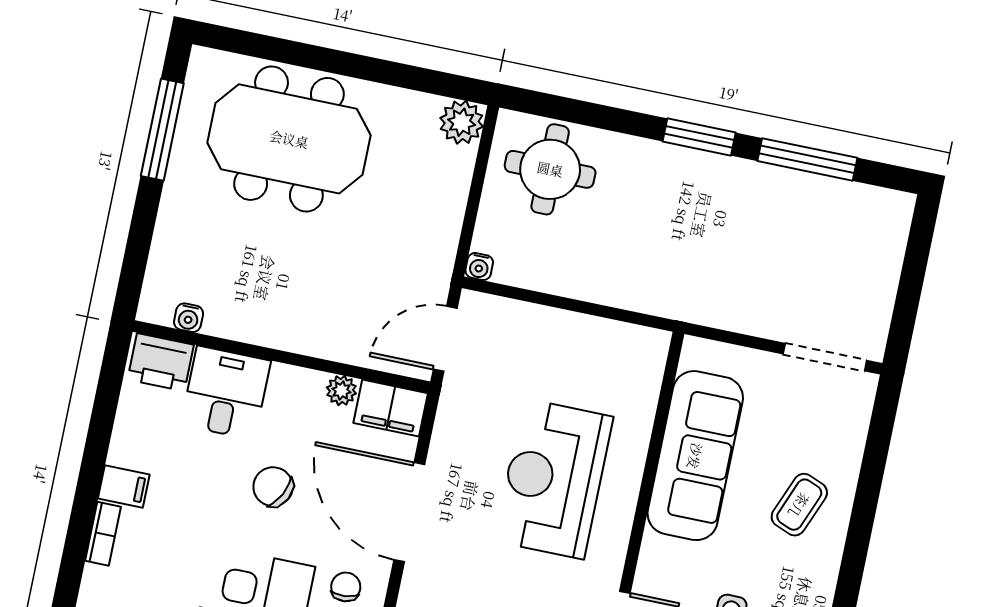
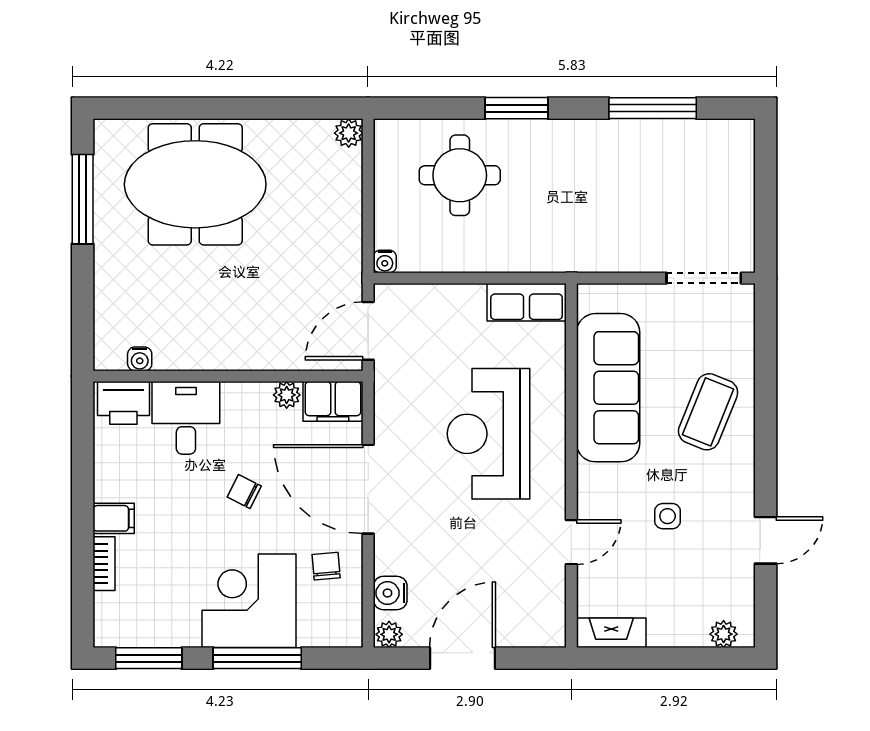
plant: (462, 122) -> (349, 133), width x0.73, depth x0.73
window: (699, 137) -> (517, 108), moved
round table: (550, 169) -> (460, 175), moved
row of seats: (625, 343) -> (527, 302), added
chair: (273, 487) -> (244, 491), width x0.73, depth x0.73
coffee table: (799, 505) -> (708, 412), width x1.36, depth x1.30

